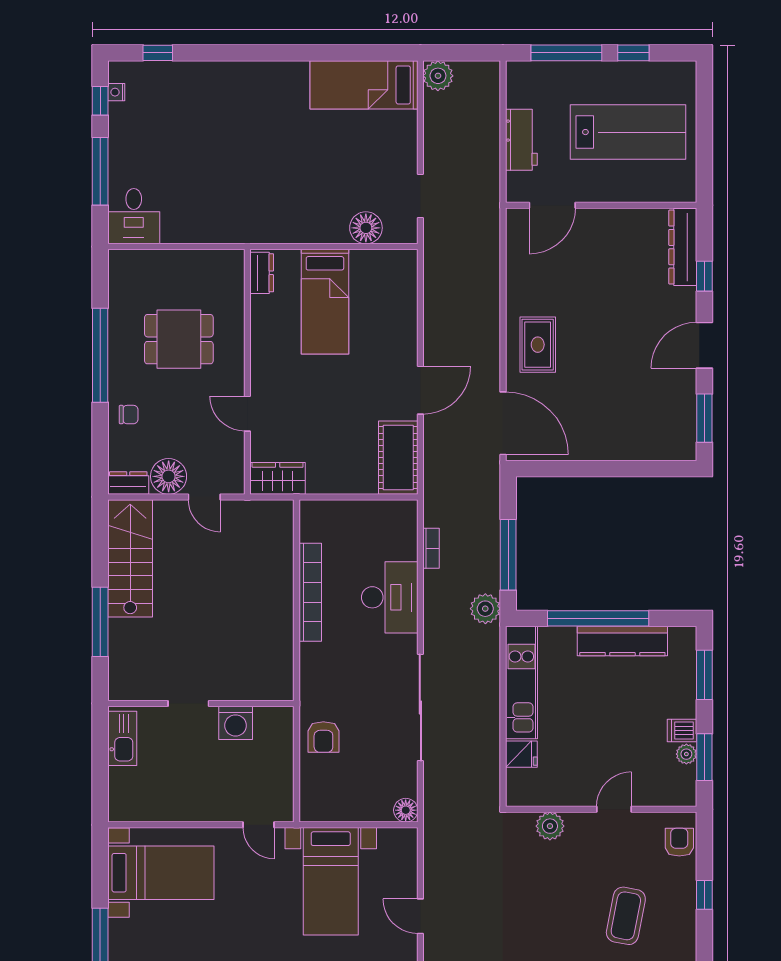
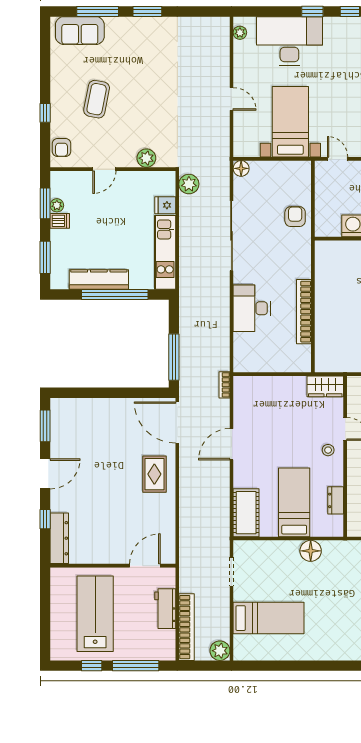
bed: (364, 85) -> (269, 618), moved
bookcase: (489, 112) -> (187, 627), added
lab bench: (628, 132) -> (95, 614), turned 90
floor lamp: (366, 228) -> (311, 551), moved
dresser: (262, 273) -> (336, 500), moved
stool: (273, 381) -> (328, 450), added
cot: (398, 458) -> (246, 513), moved
bookcase: (431, 548) -> (225, 385), moved
window: (508, 555) -> (174, 357), moved
plant: (485, 609) -> (189, 184), moved

